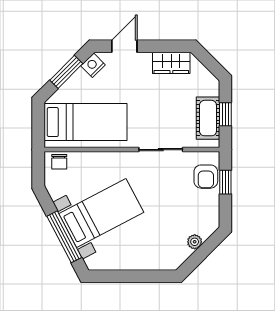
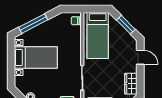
nightstand: (93, 65) -> (130, 40), removed
bed with nightstands: (101, 213) -> (36, 57), moved, turned -62

